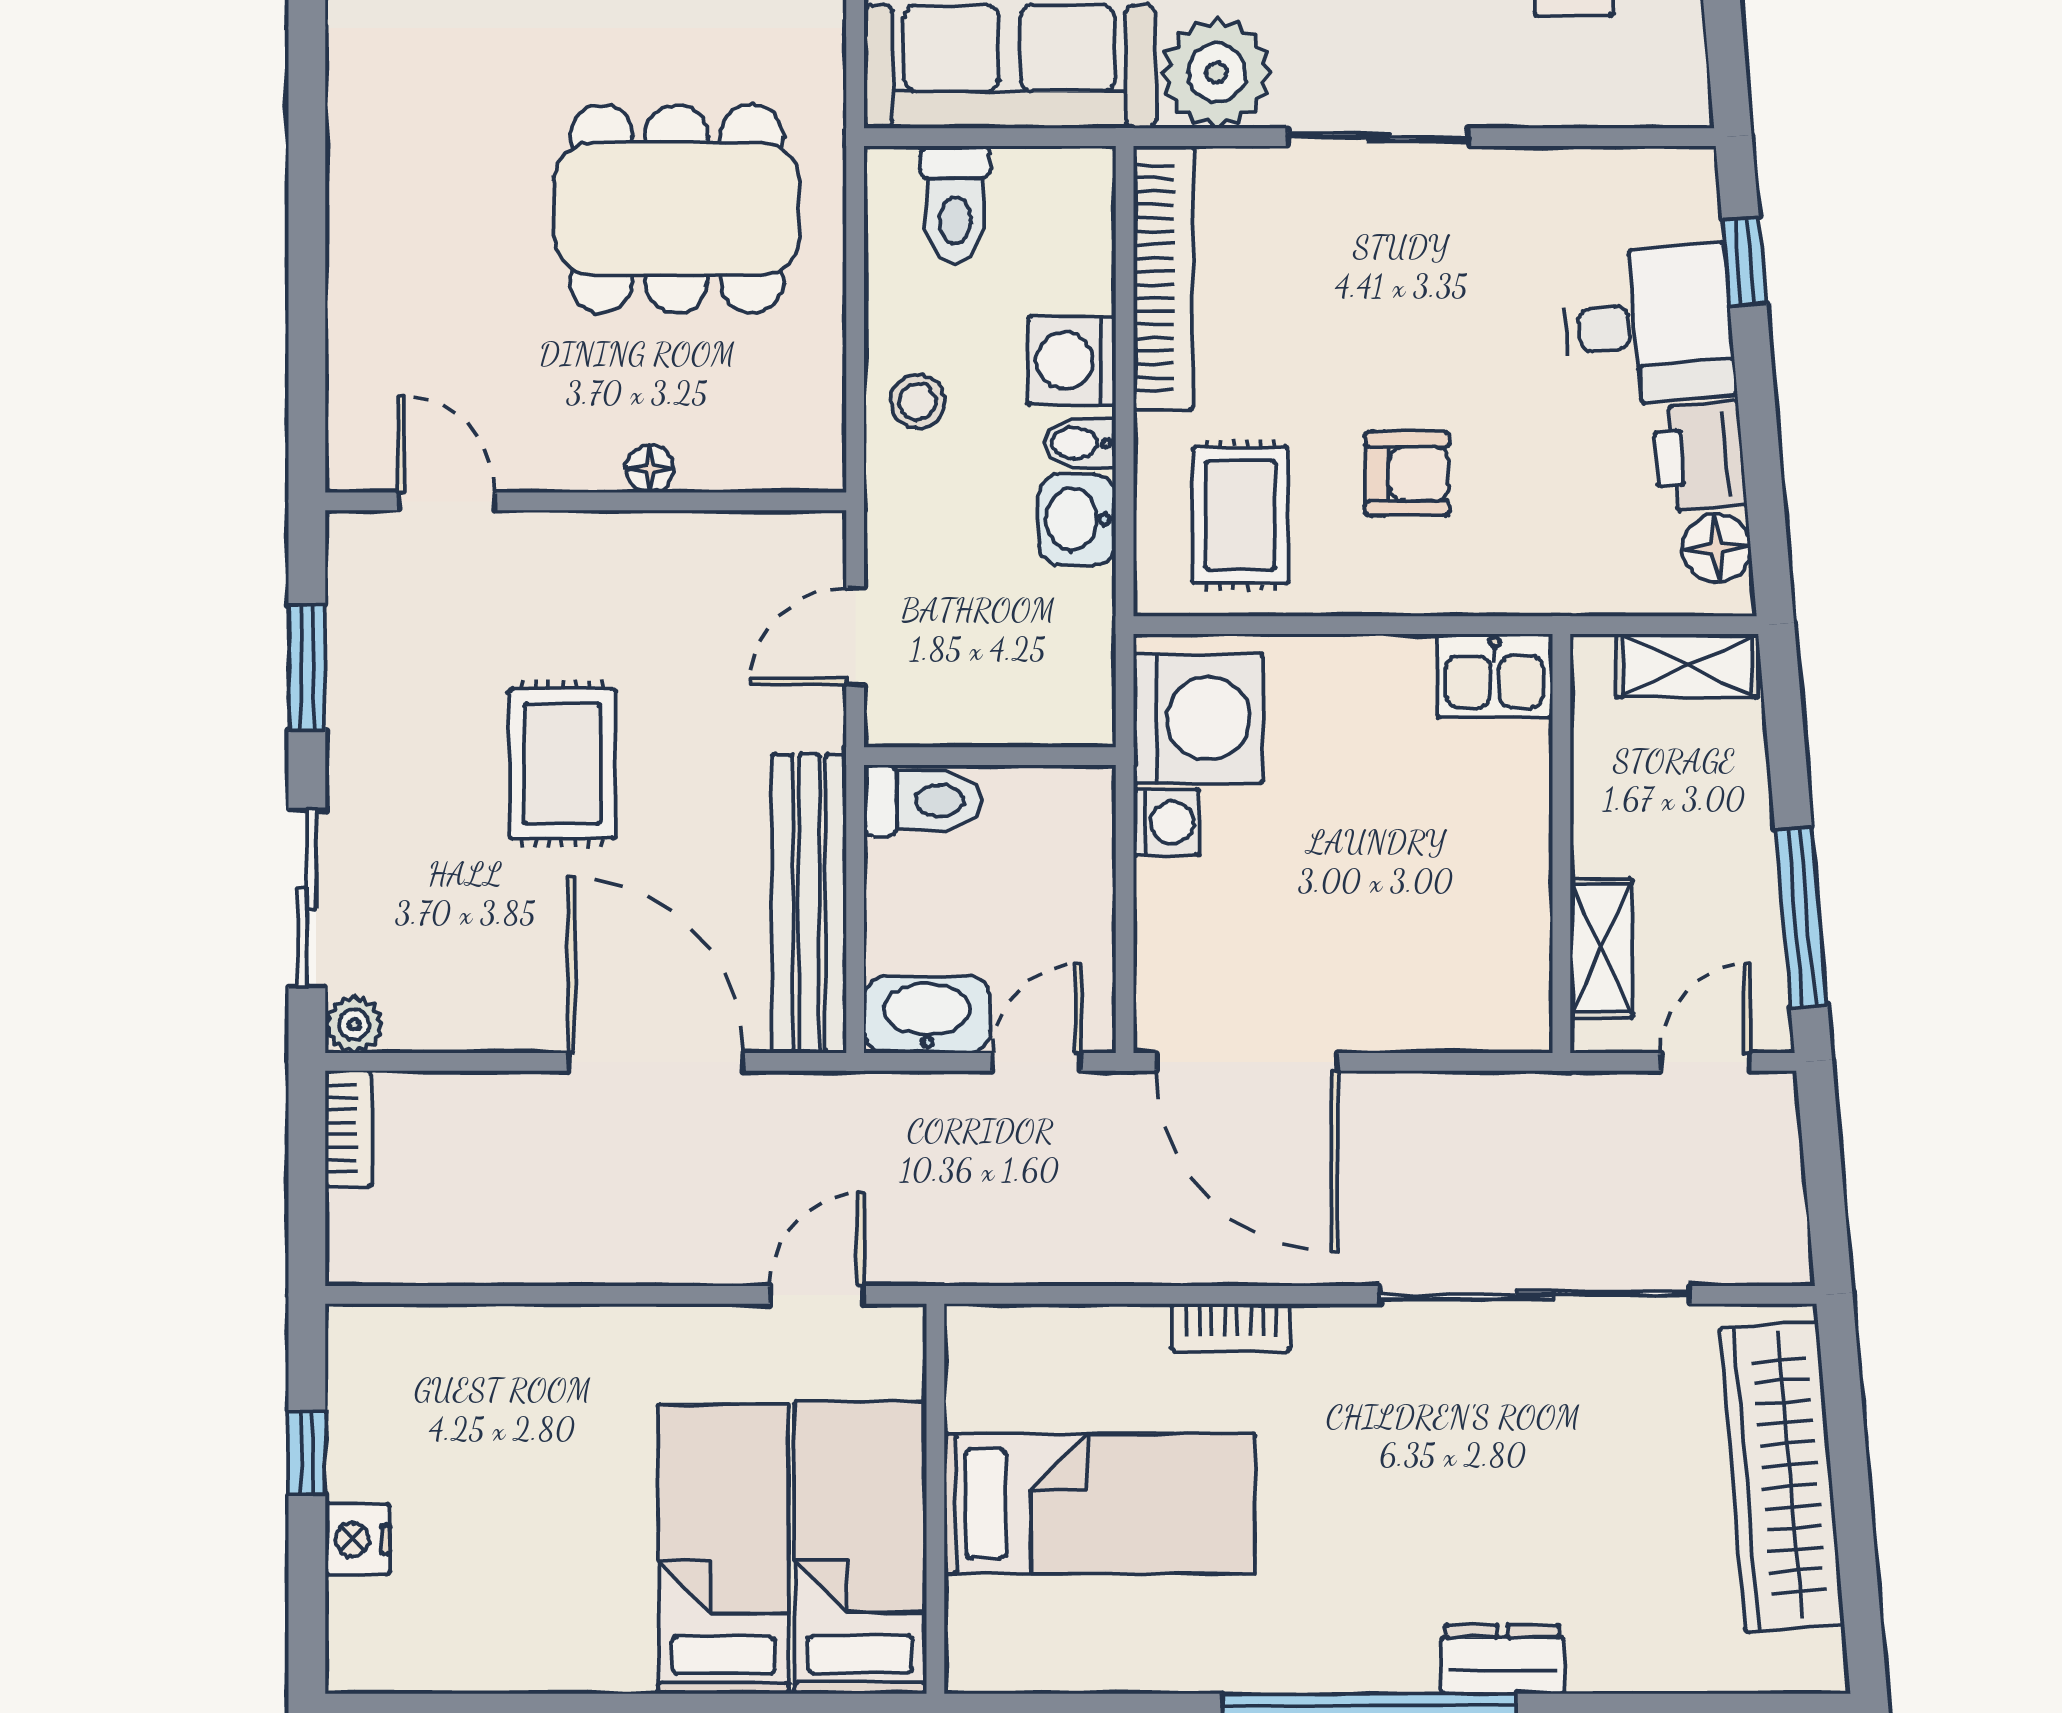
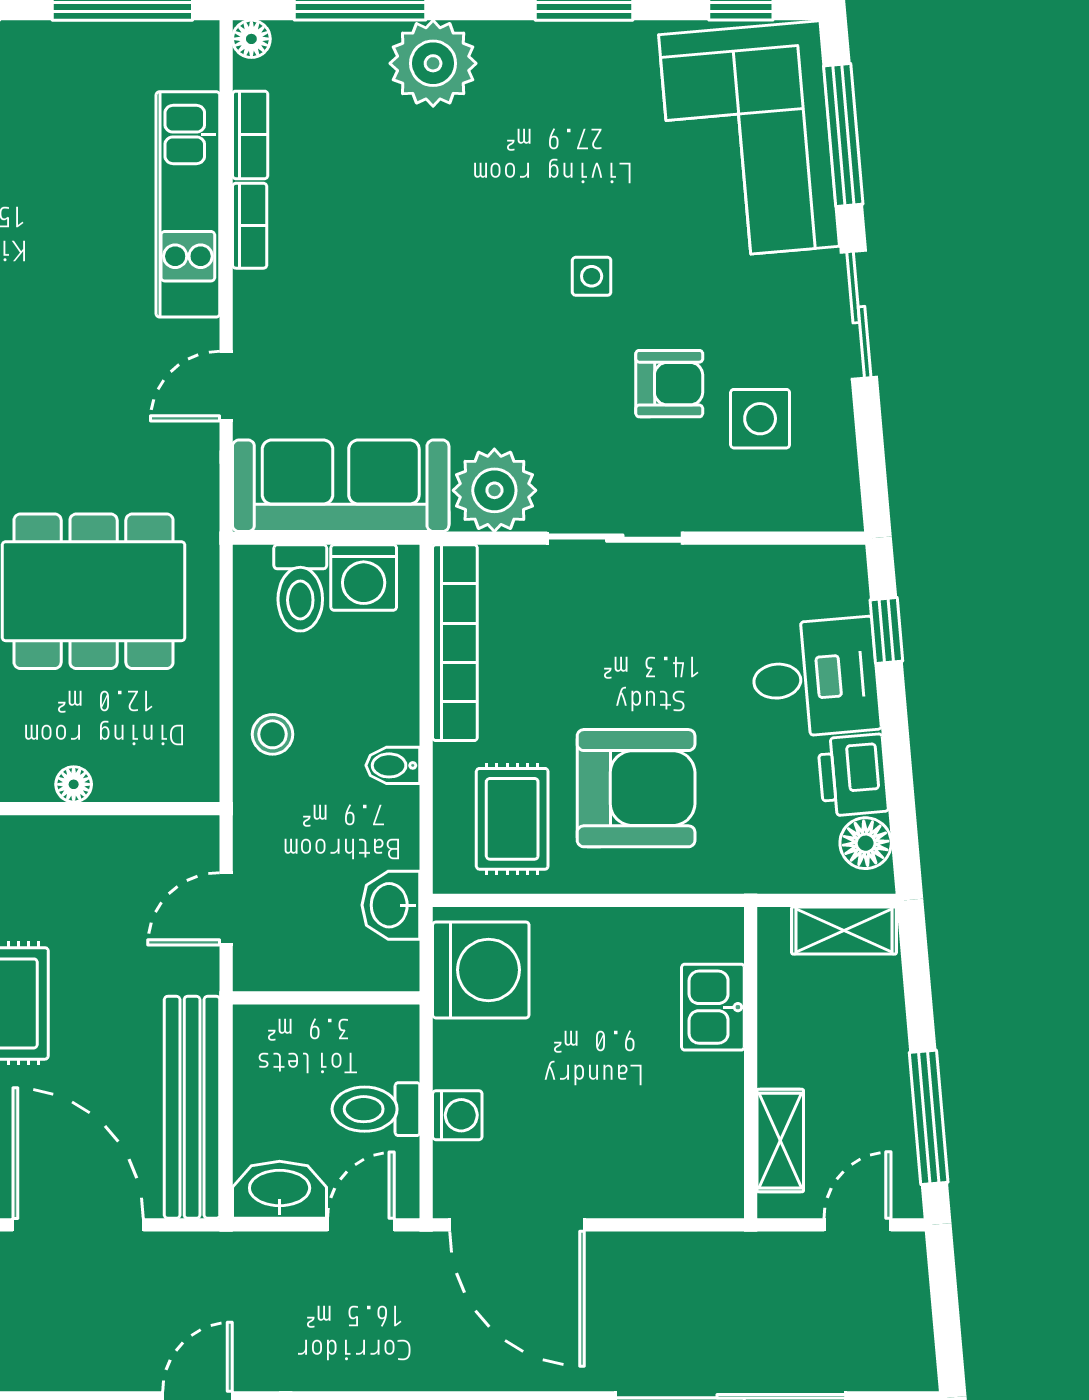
washing machine: (1072, 361) -> (364, 577), moved, turned -90
armchair: (1407, 474) -> (636, 788), width x1.88, depth x1.88
washbasin: (1077, 519) -> (391, 905), moved
kitchen sink: (1495, 676) -> (713, 1007), moved, turned 90
toilet: (923, 801) -> (376, 1109), moved, turned 180
washing machine: (1167, 822) -> (457, 1115), moved

